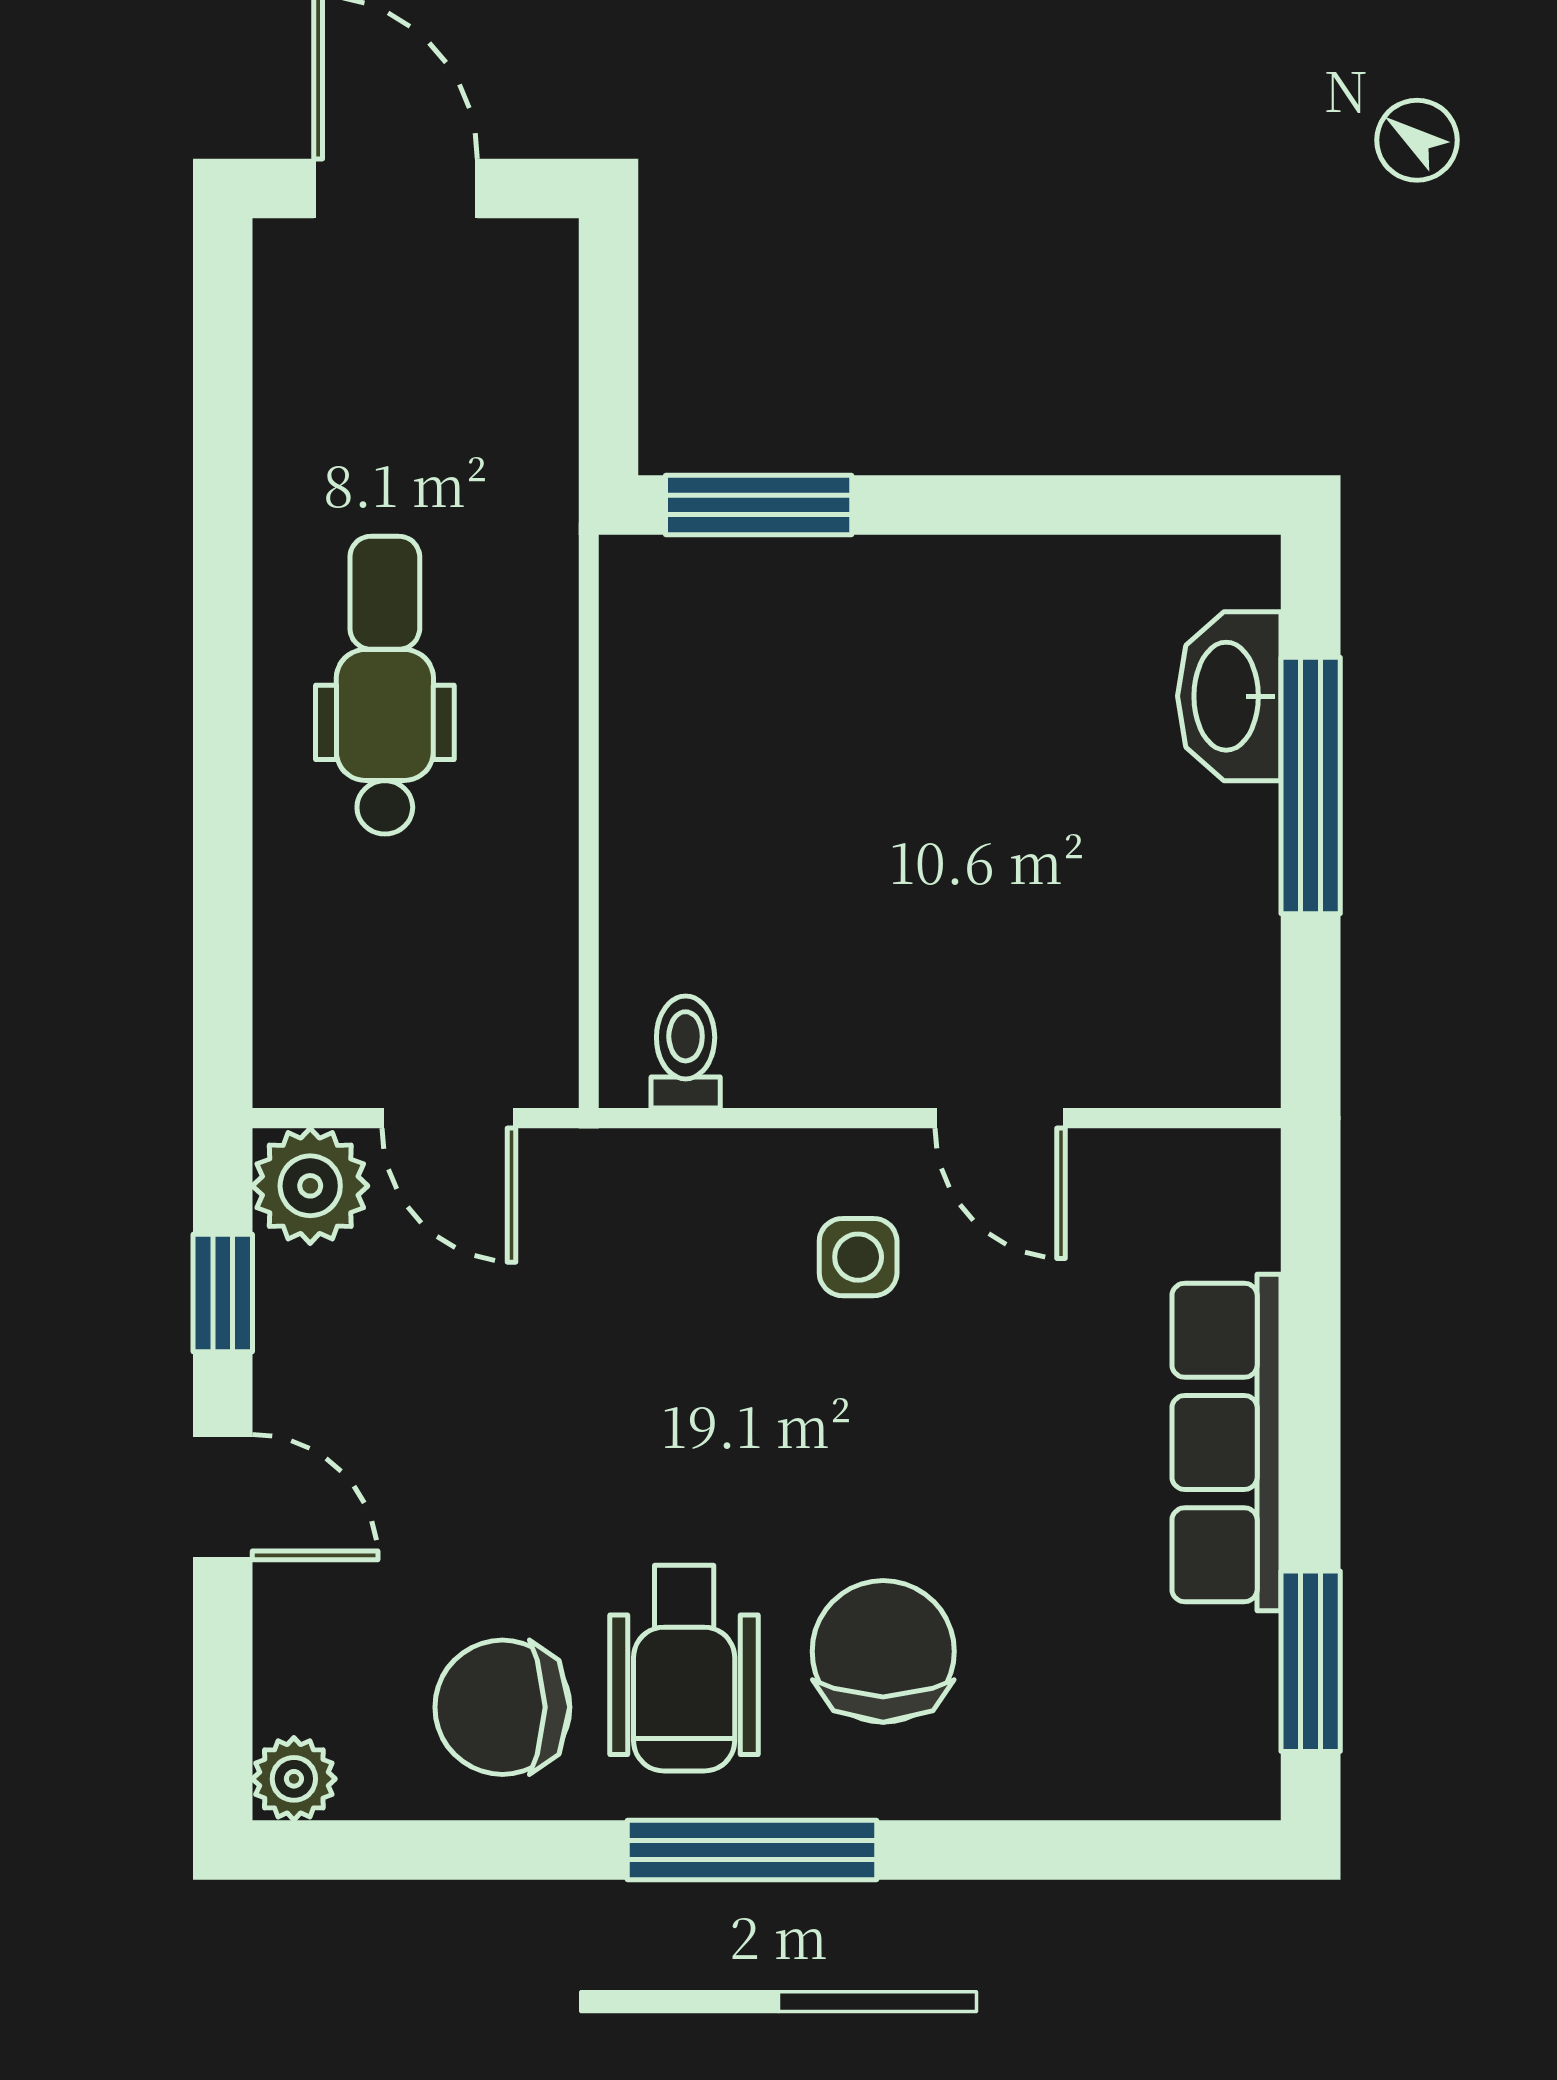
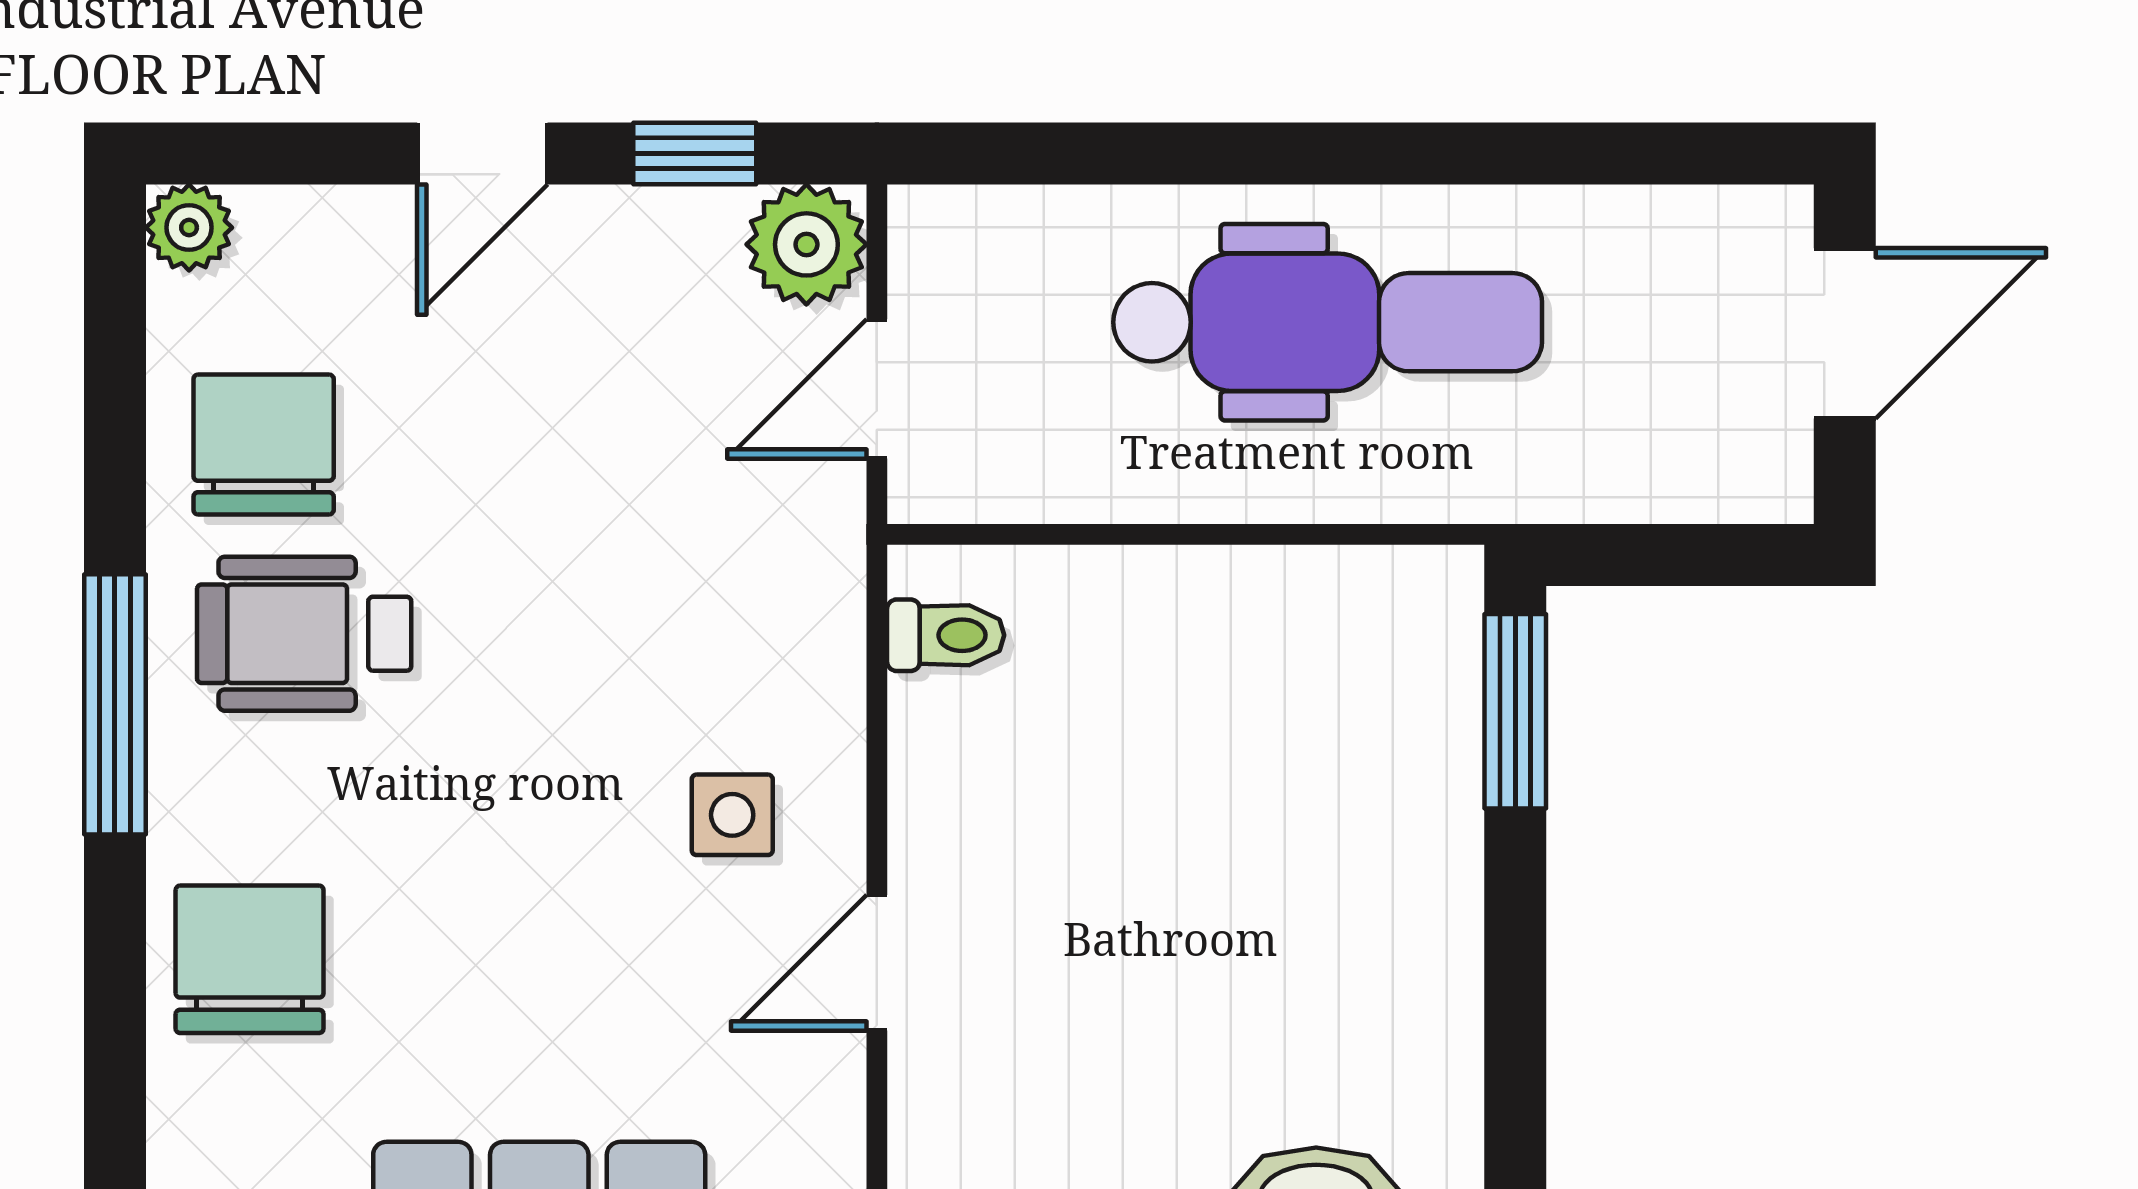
dental chair: (385, 685) -> (1328, 322), width x1.36, depth x1.38
chair: (883, 1651) -> (250, 959), moved, turned -90

